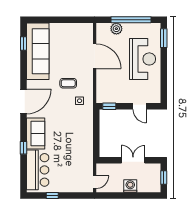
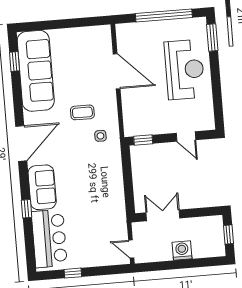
plant: (116, 29) -> (144, 30), removed
double door: (133, 160) -> (163, 215), moved
door: (95, 182) -> (131, 249), swing flipped

